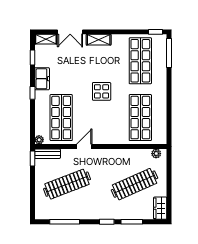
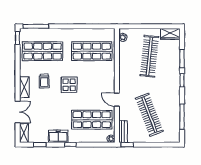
trolley: (106, 63) -> (44, 81), added
clothes rail: (135, 184) -> (149, 56), turned 30

